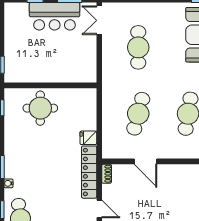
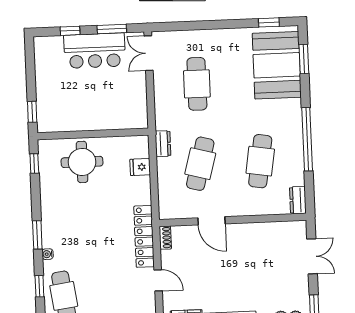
dresser: (108, 96) -> (163, 144), added
fridge: (88, 138) -> (140, 167), moved

